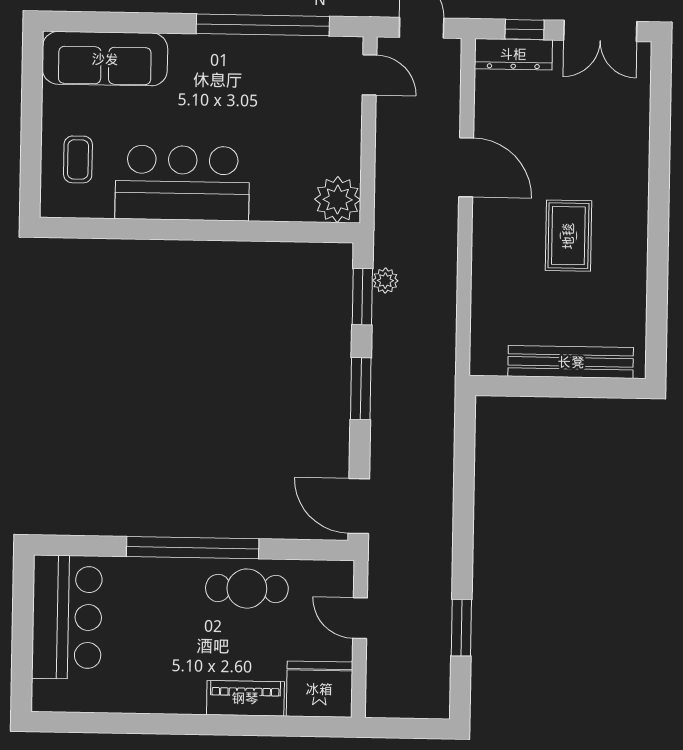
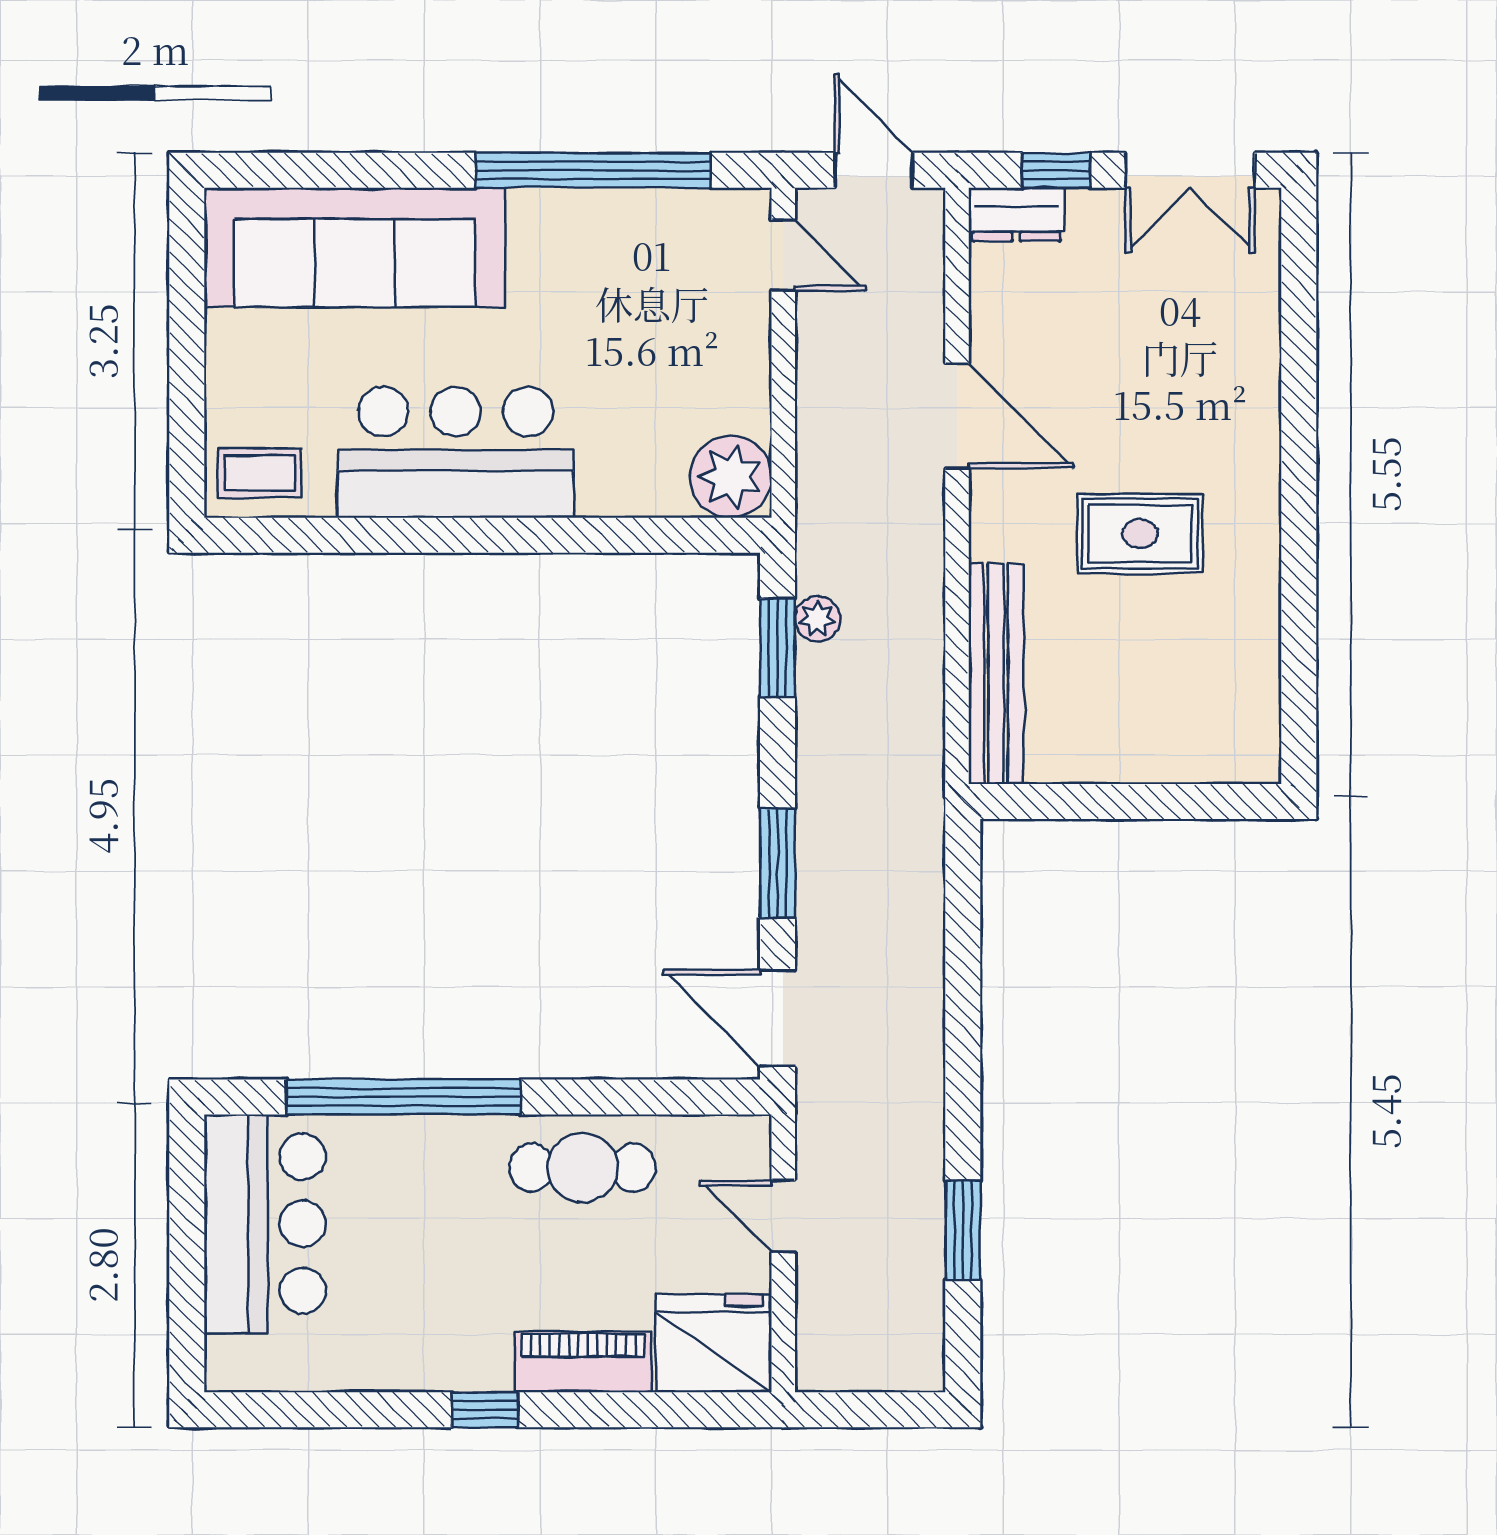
dresser: (513, 54) -> (1016, 215), width x0.70
sofa: (105, 59) -> (355, 247), width x1.36, depth x1.27
coffee table: (78, 159) -> (260, 473), moved, turned 90
rug: (568, 236) -> (1140, 533), turned 90
bench: (571, 362) -> (996, 674), moved, turned 90
window: (361, 389) -> (777, 863), moved
window: (193, 548) -> (403, 1097), moved
window: (189, 724) -> (485, 1410), added

